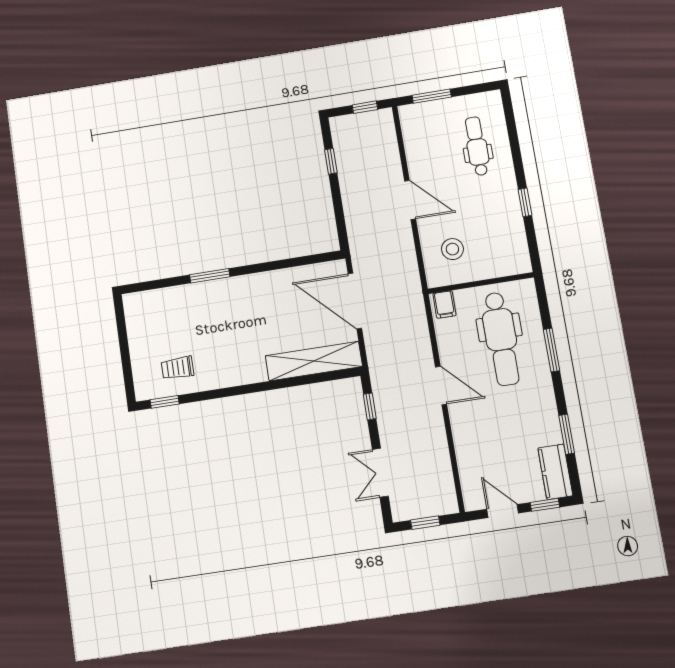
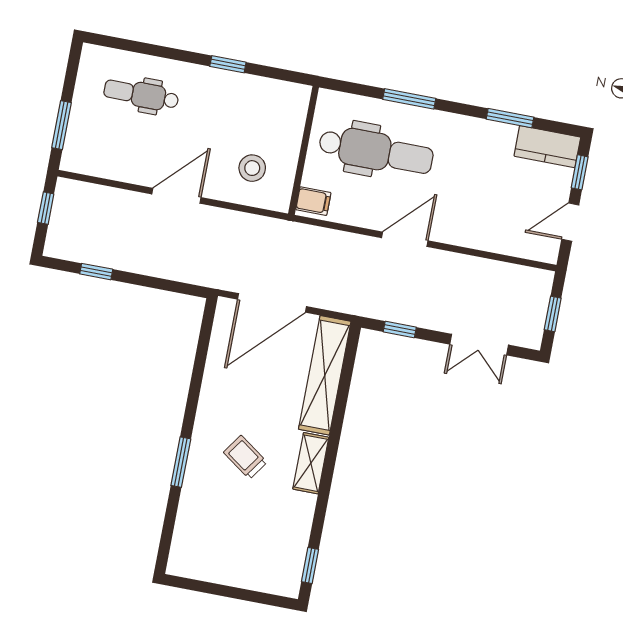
trolley: (177, 368) -> (245, 457), moved, turned 125
shelving: (243, 375) -> (311, 463), added

